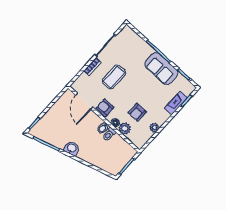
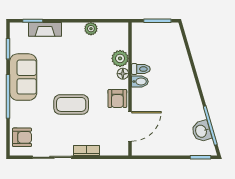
coffee table: (114, 77) -> (71, 104), moved
armchair: (137, 112) -> (22, 137), moved
washbasin: (72, 148) -> (201, 131), moved

